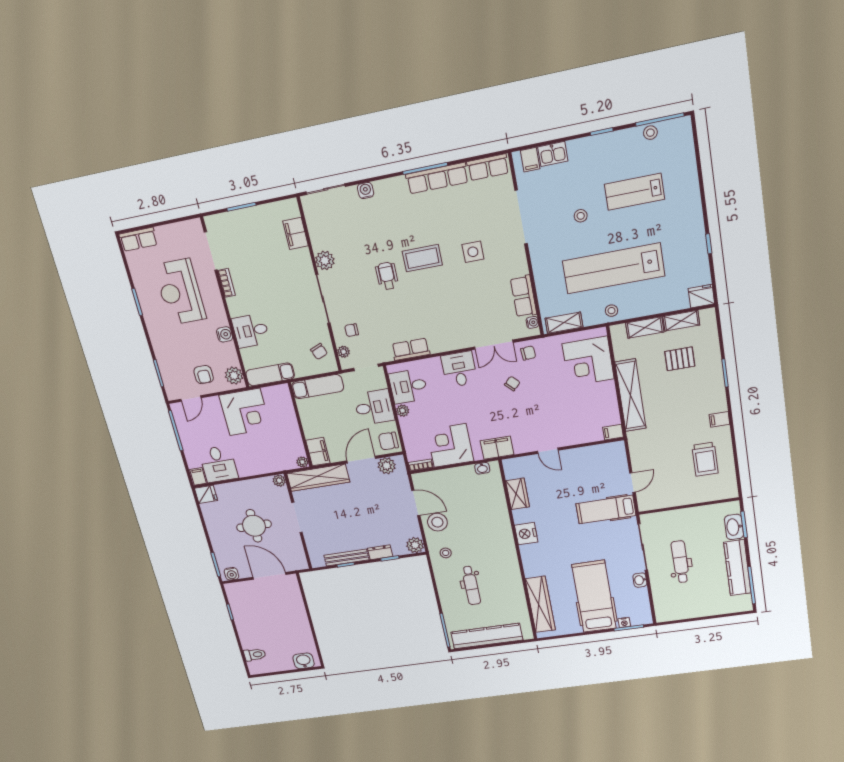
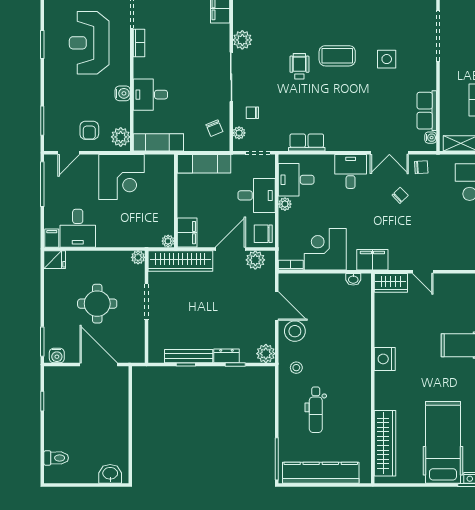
wardrobe: (518, 494) -> (391, 283), moved, turned 90

